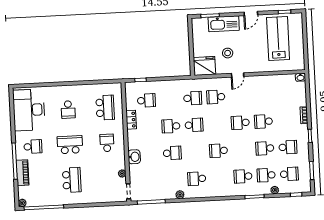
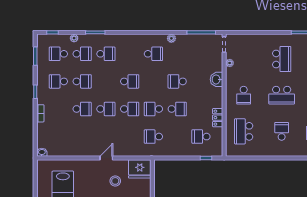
school desk: (216, 97) -> (130, 109), moved
school desk: (72, 180) -> (282, 59), turned 180

